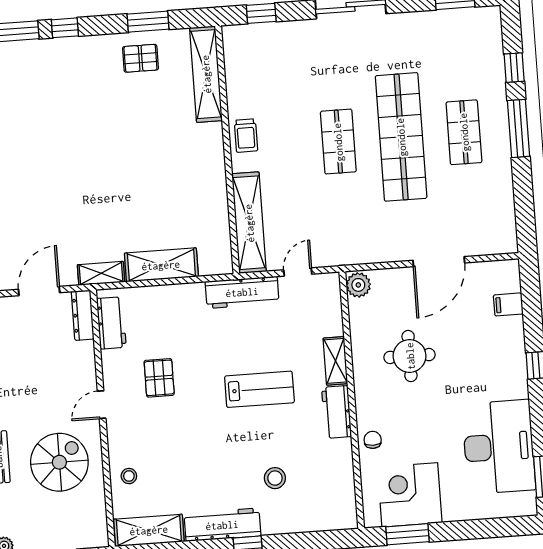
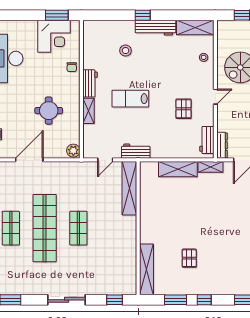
window: (65, 28) -> (204, 300), moved
pallet: (140, 58) -> (189, 258), moved, turned 90
trolley: (246, 136) -> (128, 235), removed
workbench: (242, 292) -> (136, 151), width x0.73

